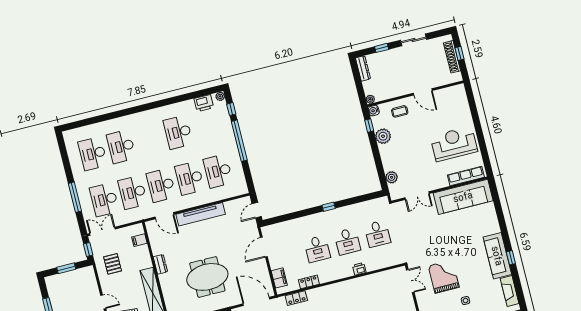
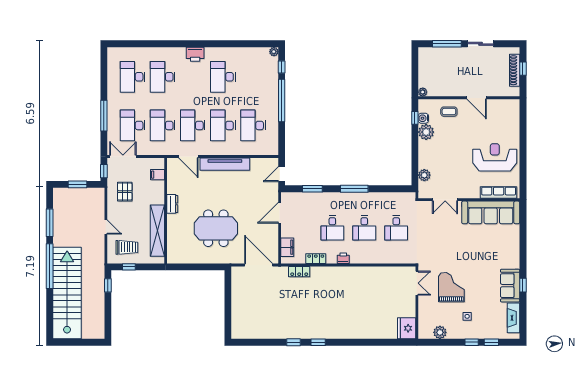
window: (382, 48) -> (447, 44), width x2.17
dresser: (363, 68) -> (423, 60), removed
printer: (204, 103) -> (195, 54), moved
water cooler: (374, 111) -> (423, 118), moved
window: (329, 207) -> (354, 189), width x2.17
window: (289, 217) -> (312, 189), added
sofa: (497, 256) -> (510, 286), width x0.73
printer: (359, 269) -> (343, 258), moved

